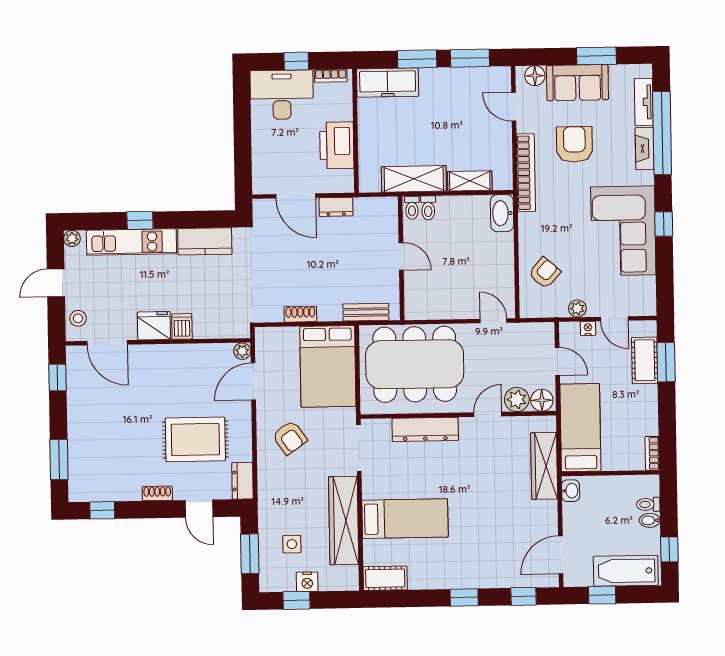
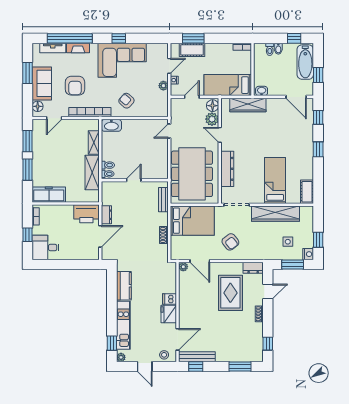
freezer: (388, 83) -> (49, 195), moved, turned -90
desk: (282, 95) -> (45, 248), width x0.73
armchair: (574, 144) -> (75, 86), turned -90
printer: (337, 145) -> (86, 214), moved
window: (140, 220) -> (112, 343), moved
armchair: (545, 273) -> (126, 101), moved
bench: (76, 379) -> (197, 357), added
armchair: (290, 438) -> (230, 242), turned 87
nightstand: (307, 582) -> (308, 254), moved

